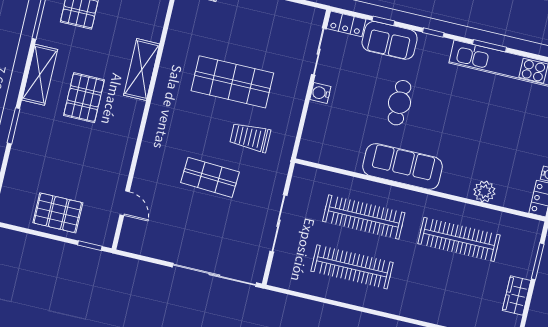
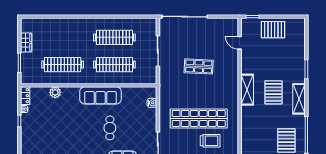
shelving: (142, 70) -> (247, 90), moved
shop shelf: (232, 82) -> (199, 118), width x1.40
water cooler: (320, 93) -> (152, 103), moved
trolley: (250, 137) -> (210, 141), moved

